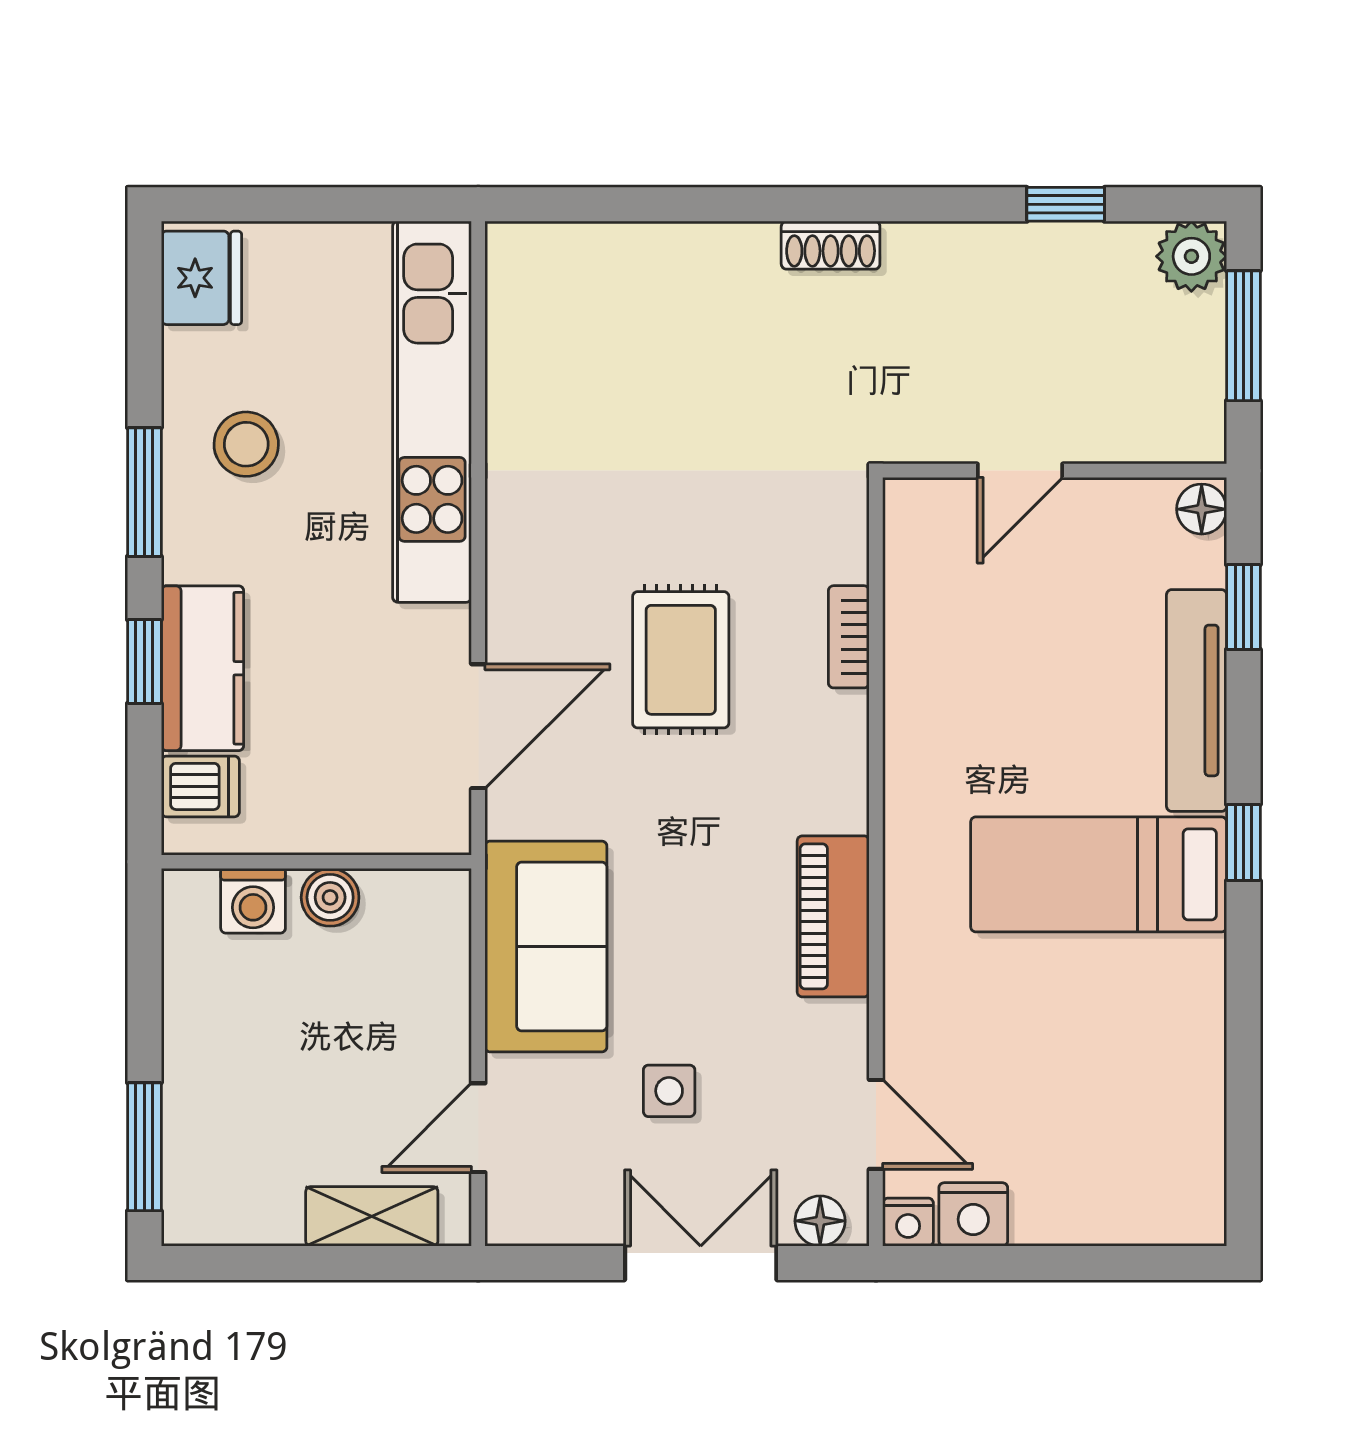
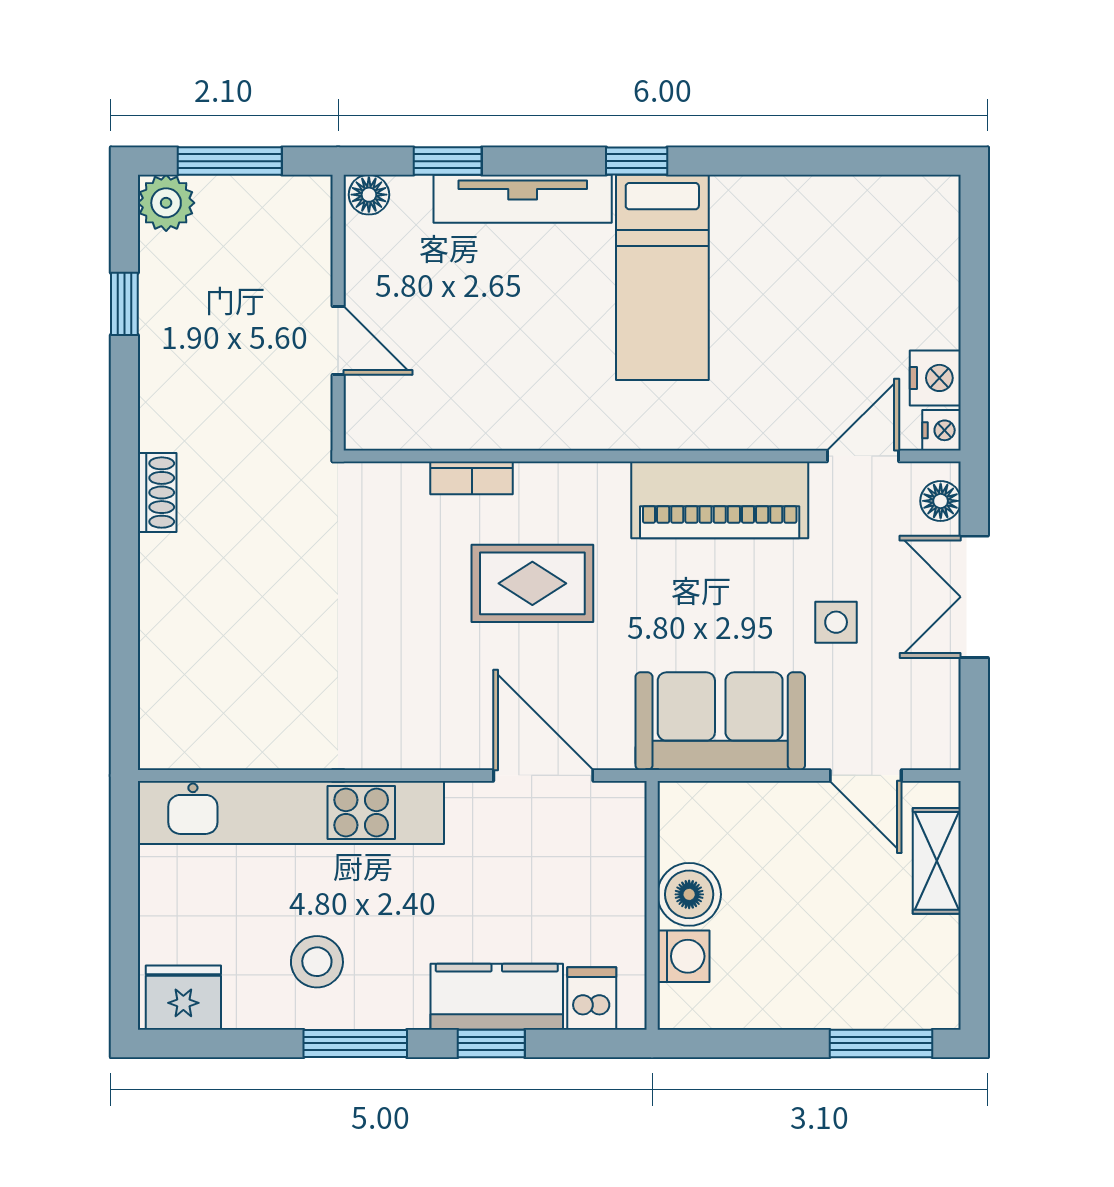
rug: (681, 660) -> (532, 583), moved
boiler: (330, 897) -> (689, 894), width x1.36, depth x1.36
piano: (833, 916) -> (720, 500), width x1.37, depth x1.33

